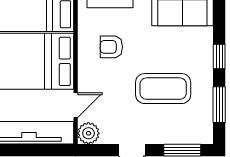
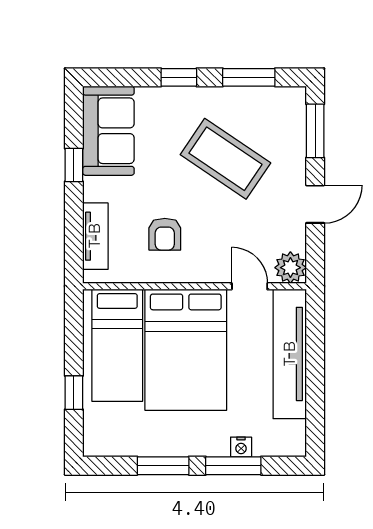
coffee table: (163, 89) -> (225, 159), turned -56

